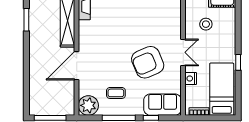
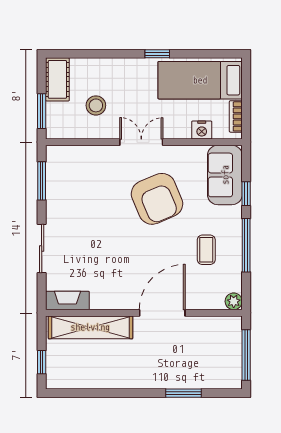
window: (26, 20) -> (184, 393), moved
door: (77, 66) -> (162, 313), swing flipped
nightstand: (191, 78) -> (202, 130), moved
plant: (88, 105) -> (234, 301), width x0.53, depth x0.53

